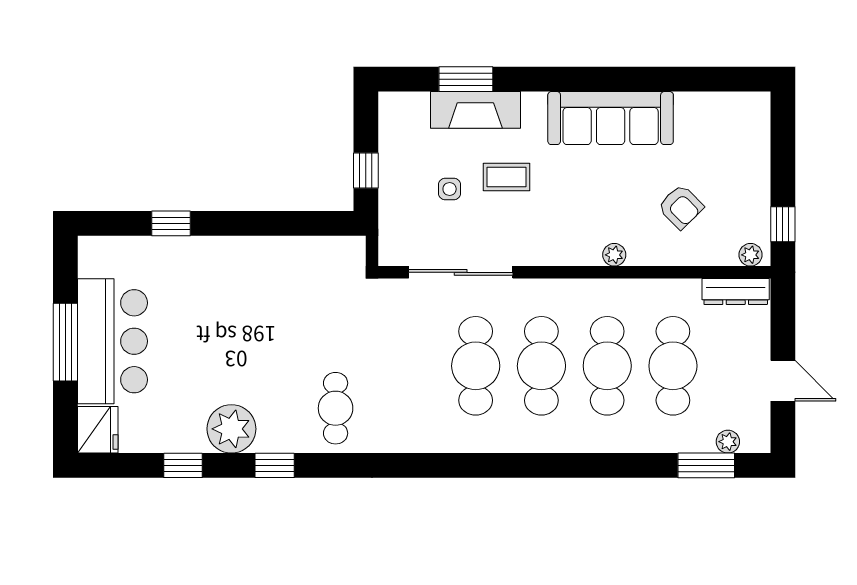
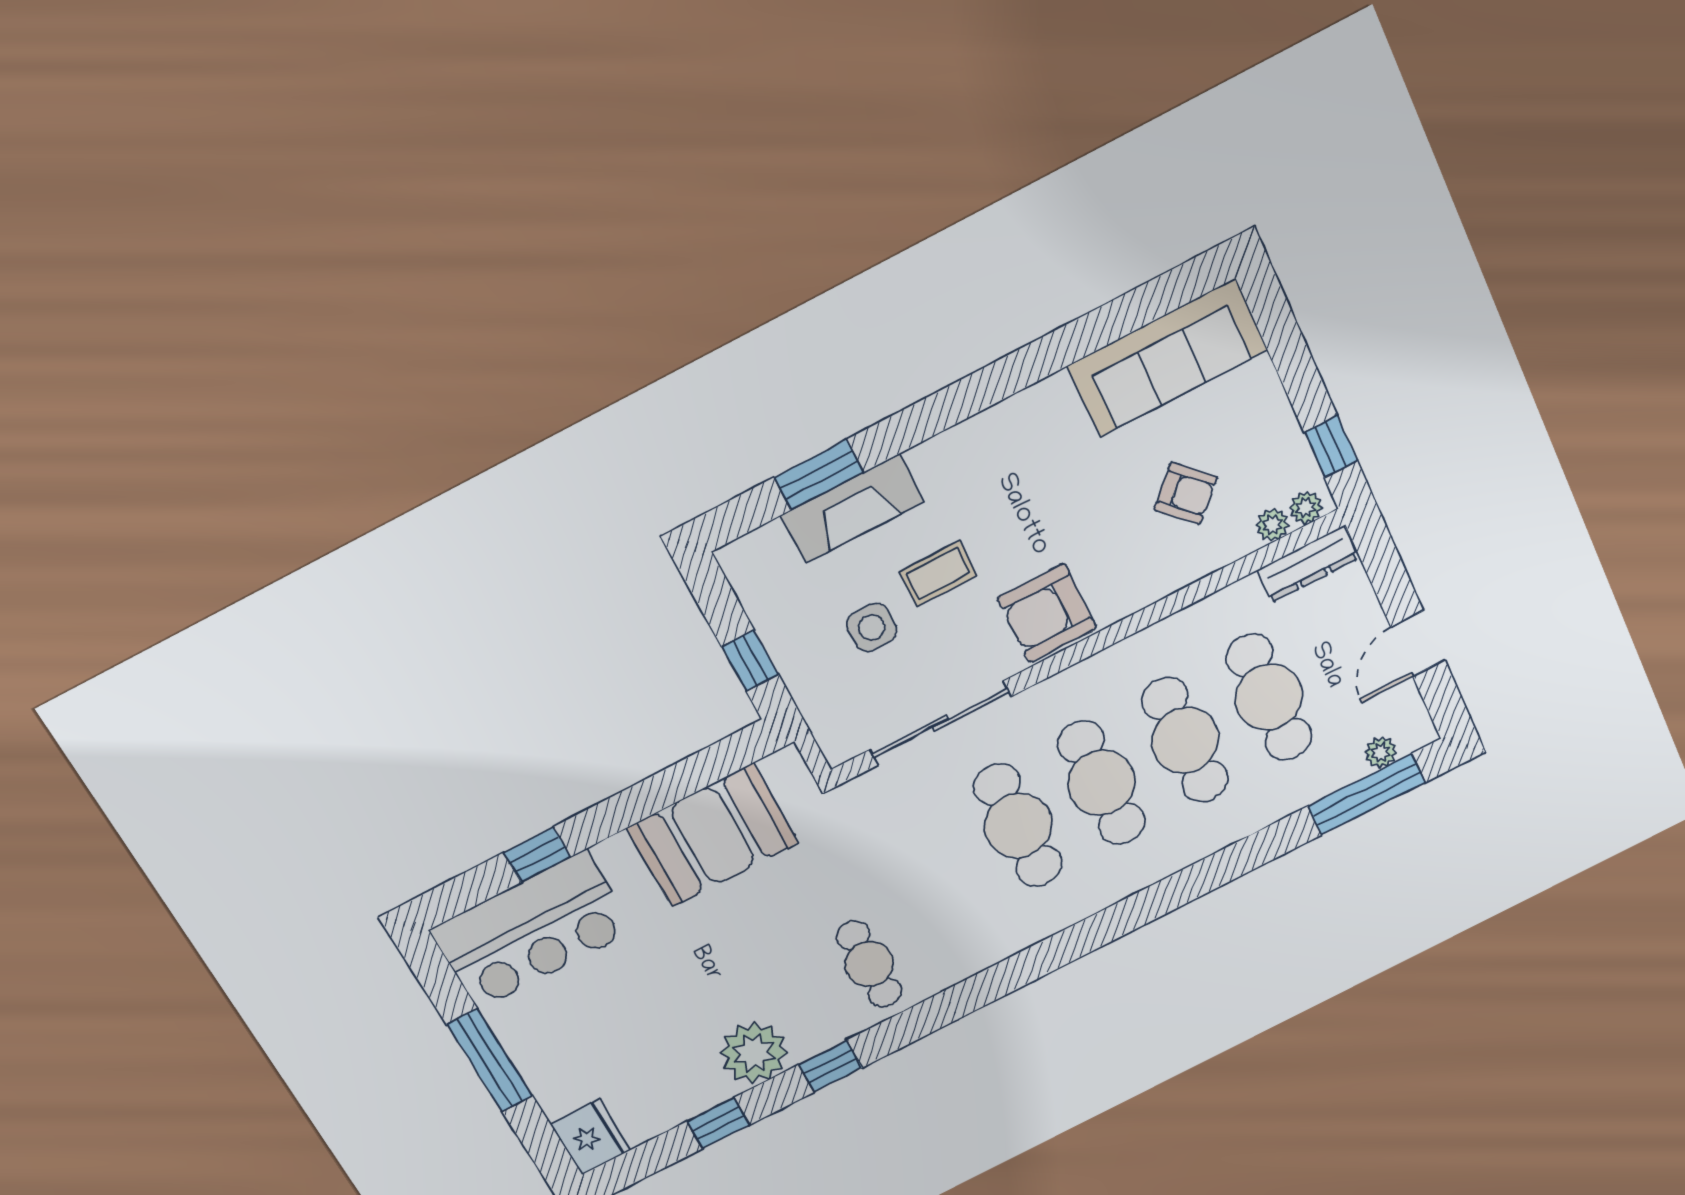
sofa: (611, 118) -> (1168, 358), moved
side table: (450, 189) -> (872, 627), width x1.37, depth x1.37
armchair: (560, 237) -> (1047, 613), added
plant: (614, 255) -> (1273, 525), moved
booth: (284, 269) -> (713, 835), added
bar counter: (112, 341) -> (532, 930), moved, turned 90
door: (783, 381) -> (1418, 643), swing flipped
window: (706, 465) -> (1367, 794), width x1.44

